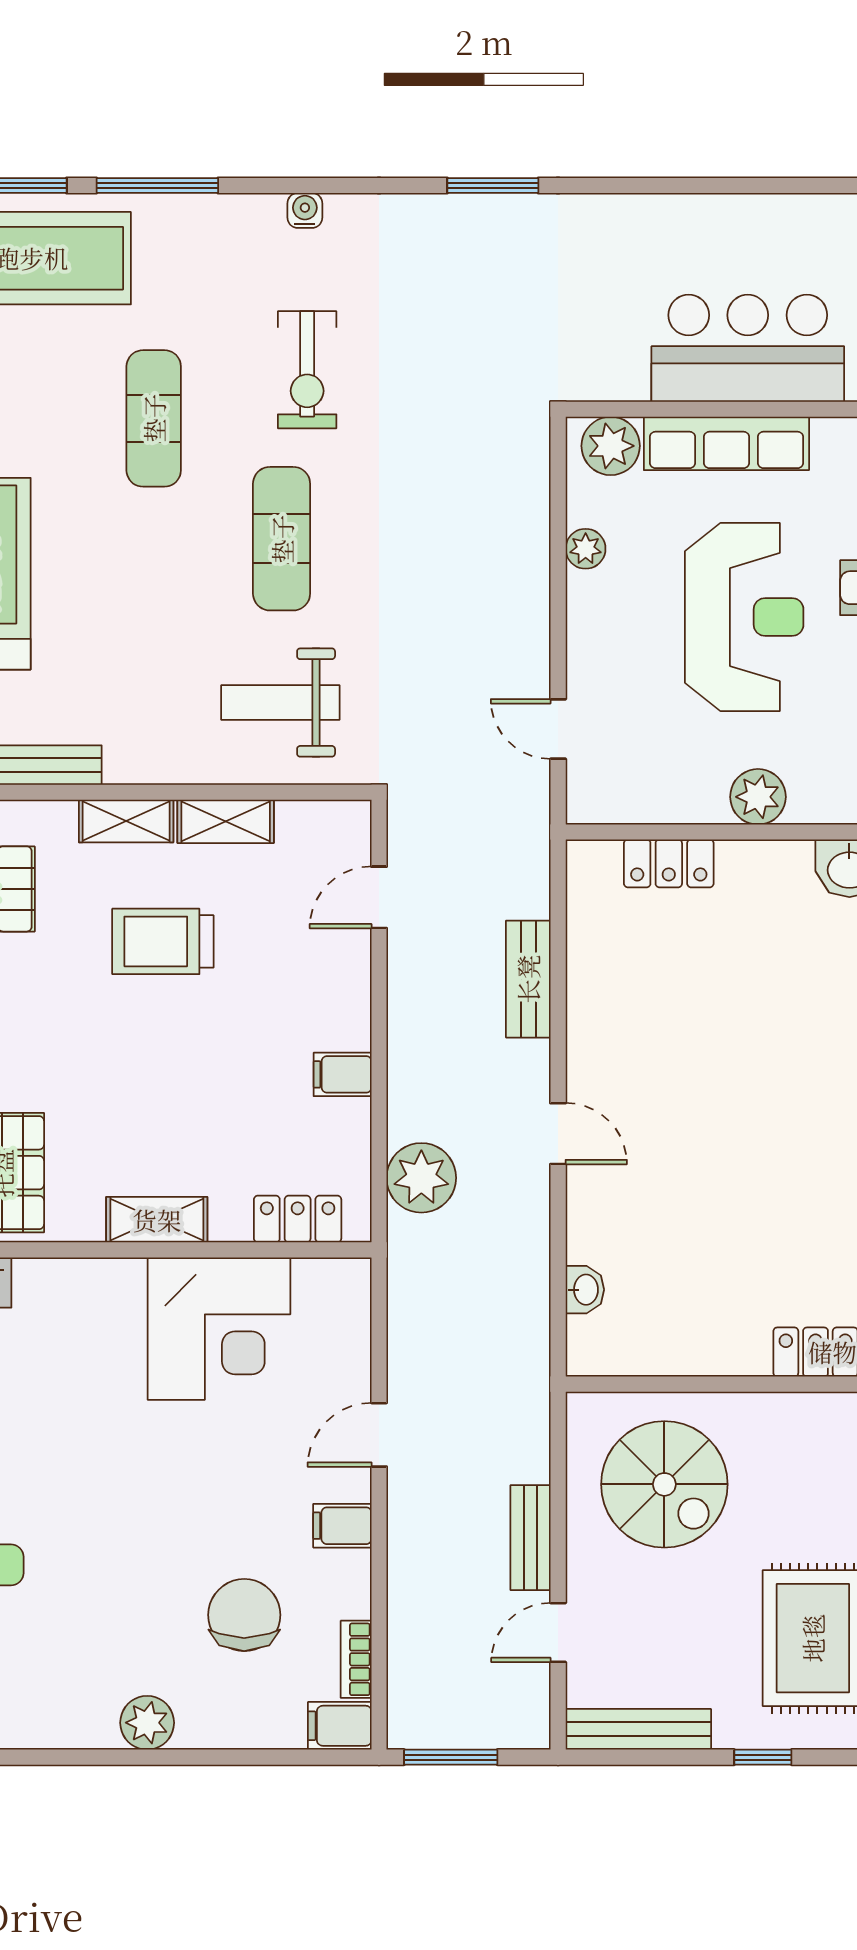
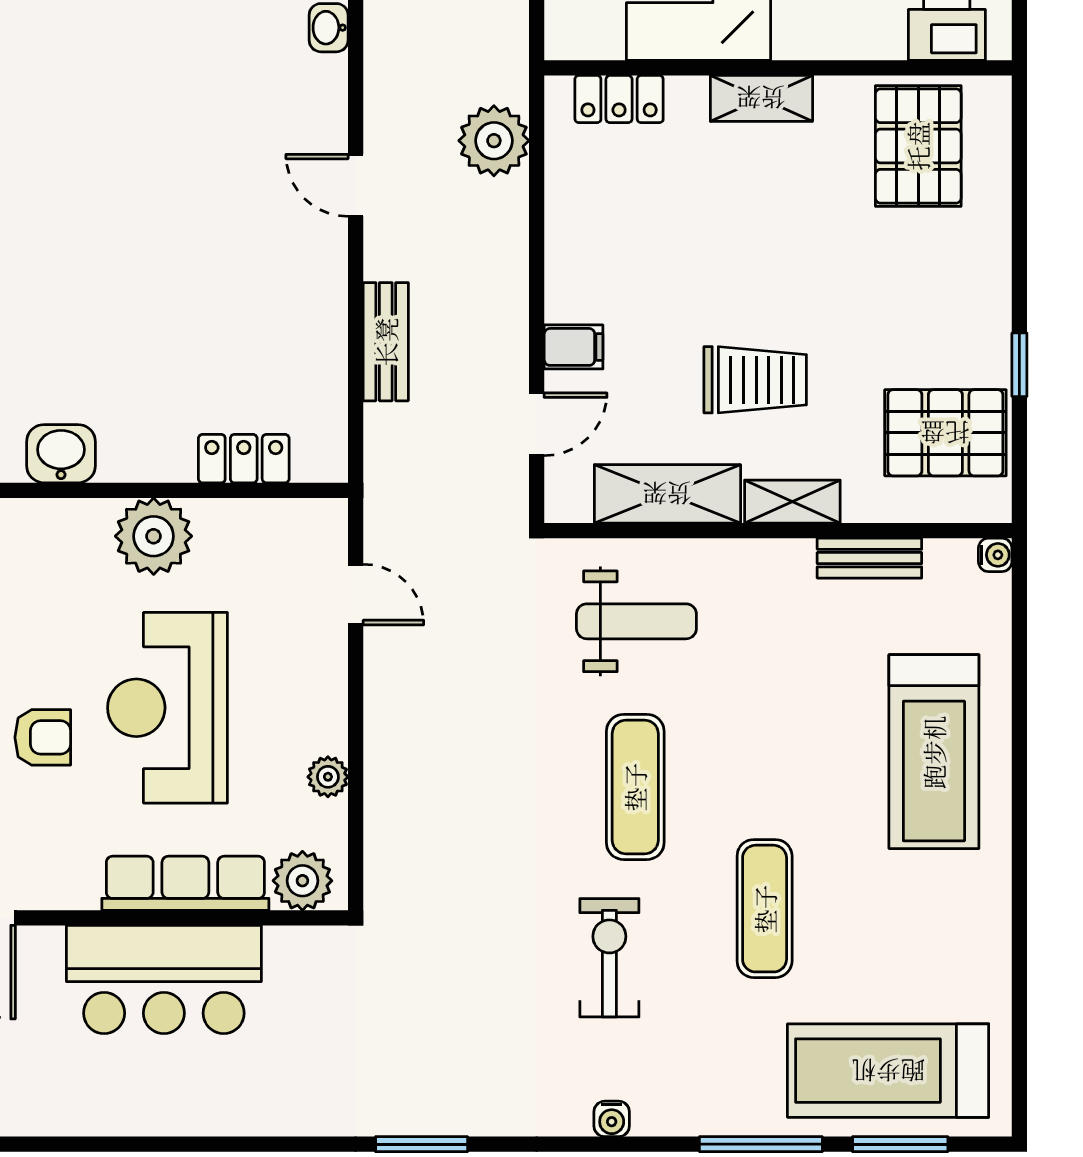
plant: (758, 797) -> (154, 536), width x1.36, depth x1.36
shelving: (226, 821) -> (667, 494), width x1.50, depth x1.33
filing cabinet: (343, 1074) -> (574, 347), moved

